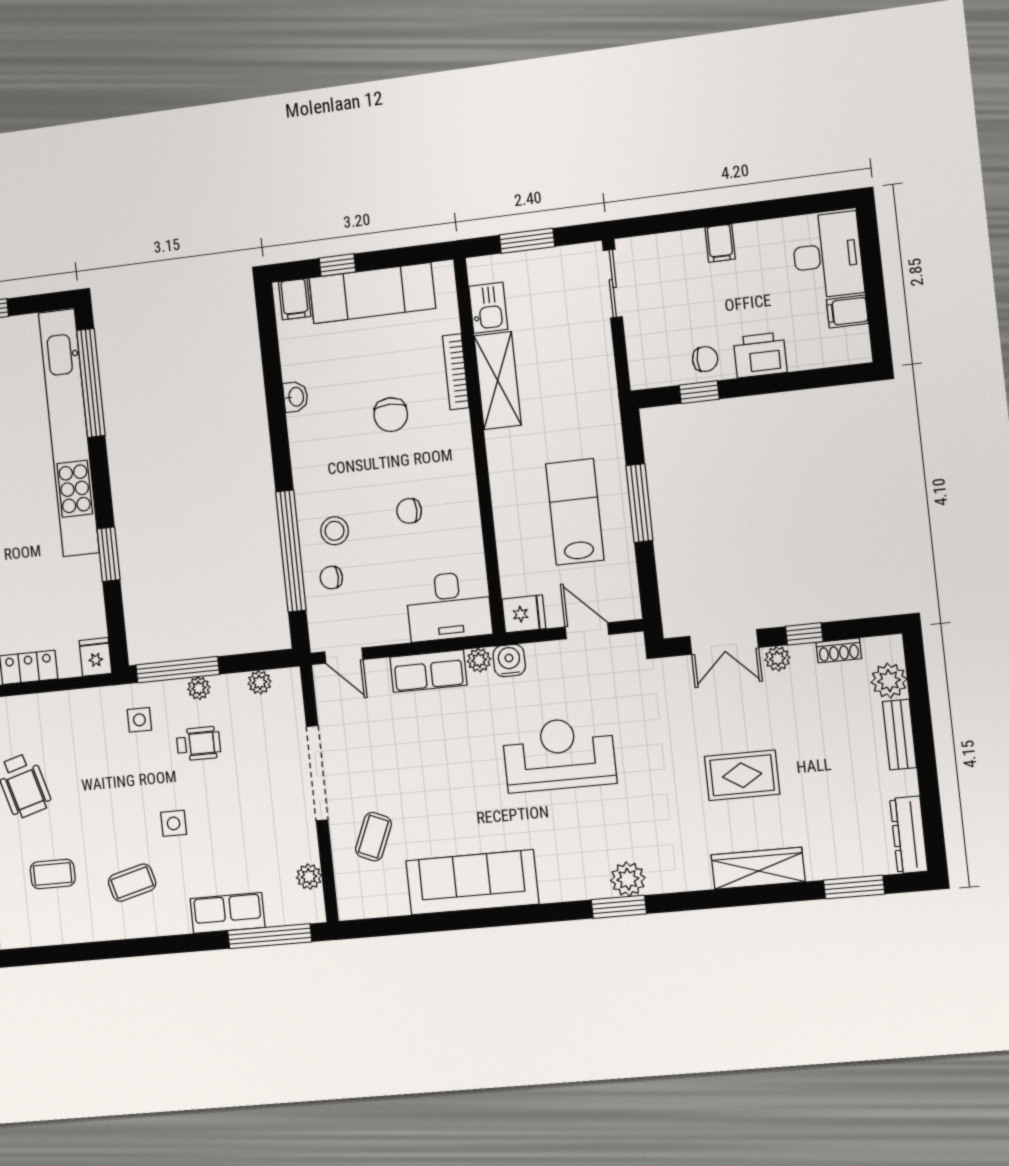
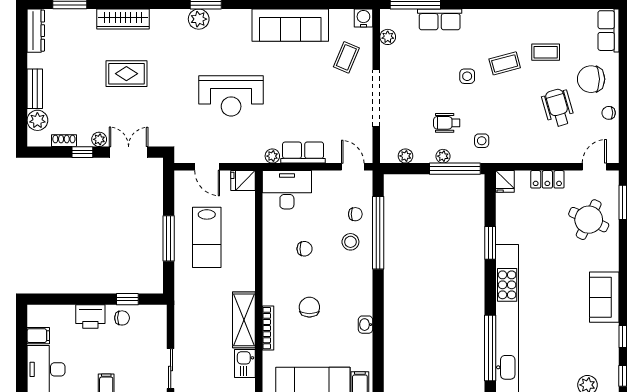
chair: (705, 359) -> (122, 318), turned 180
water cooler: (509, 661) -> (363, 18), moved, turned 180
coffee table: (132, 883) -> (505, 63), moved

